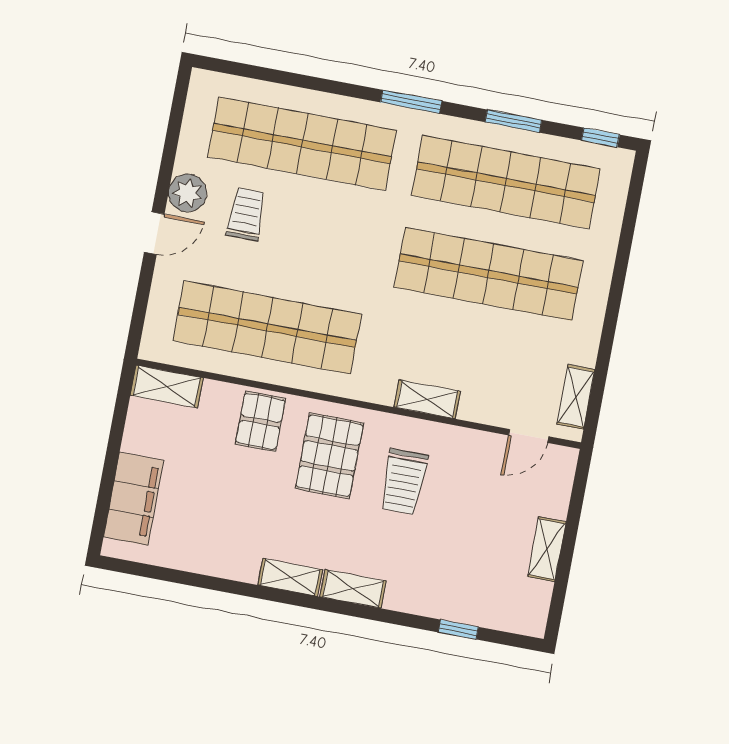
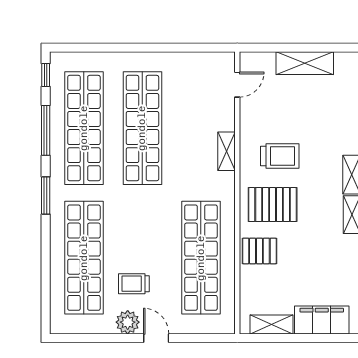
window: (513, 121) -> (46, 130), width x1.44
shelving: (167, 386) -> (272, 324), moved, turned 90
shelving: (576, 397) -> (208, 60), removed
door: (529, 436) -> (237, 85), hinge flipped
shelving: (547, 549) -> (305, 63), width x1.50, depth x1.33

